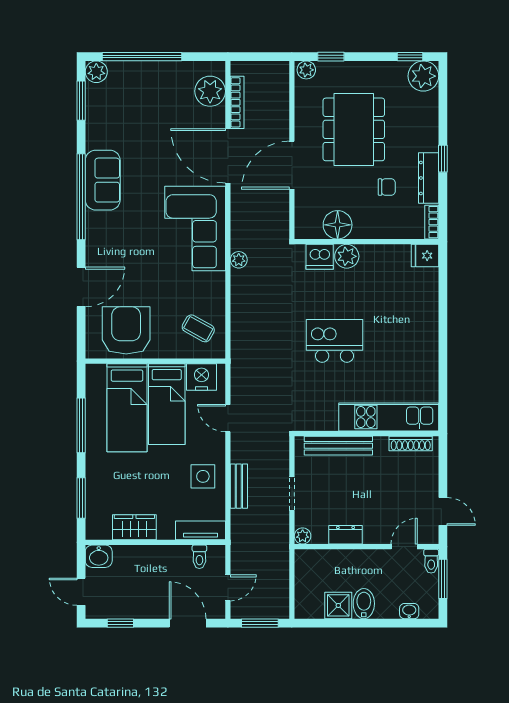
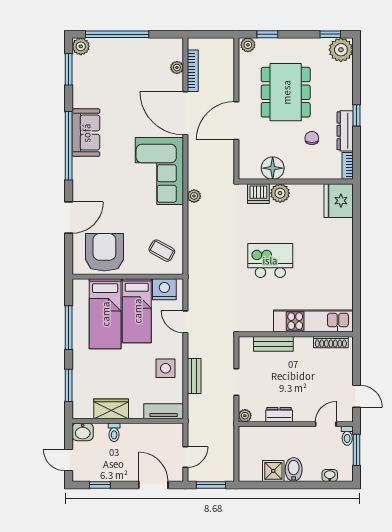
plant: (210, 91) -> (177, 67), width x0.53, depth x0.53
chair: (387, 187) -> (312, 138), turned -90
fridge: (425, 256) -> (339, 201), width x1.88, depth x1.34
bench: (338, 446) -> (273, 344), width x0.73
toilet: (199, 557) -> (114, 432), moved

